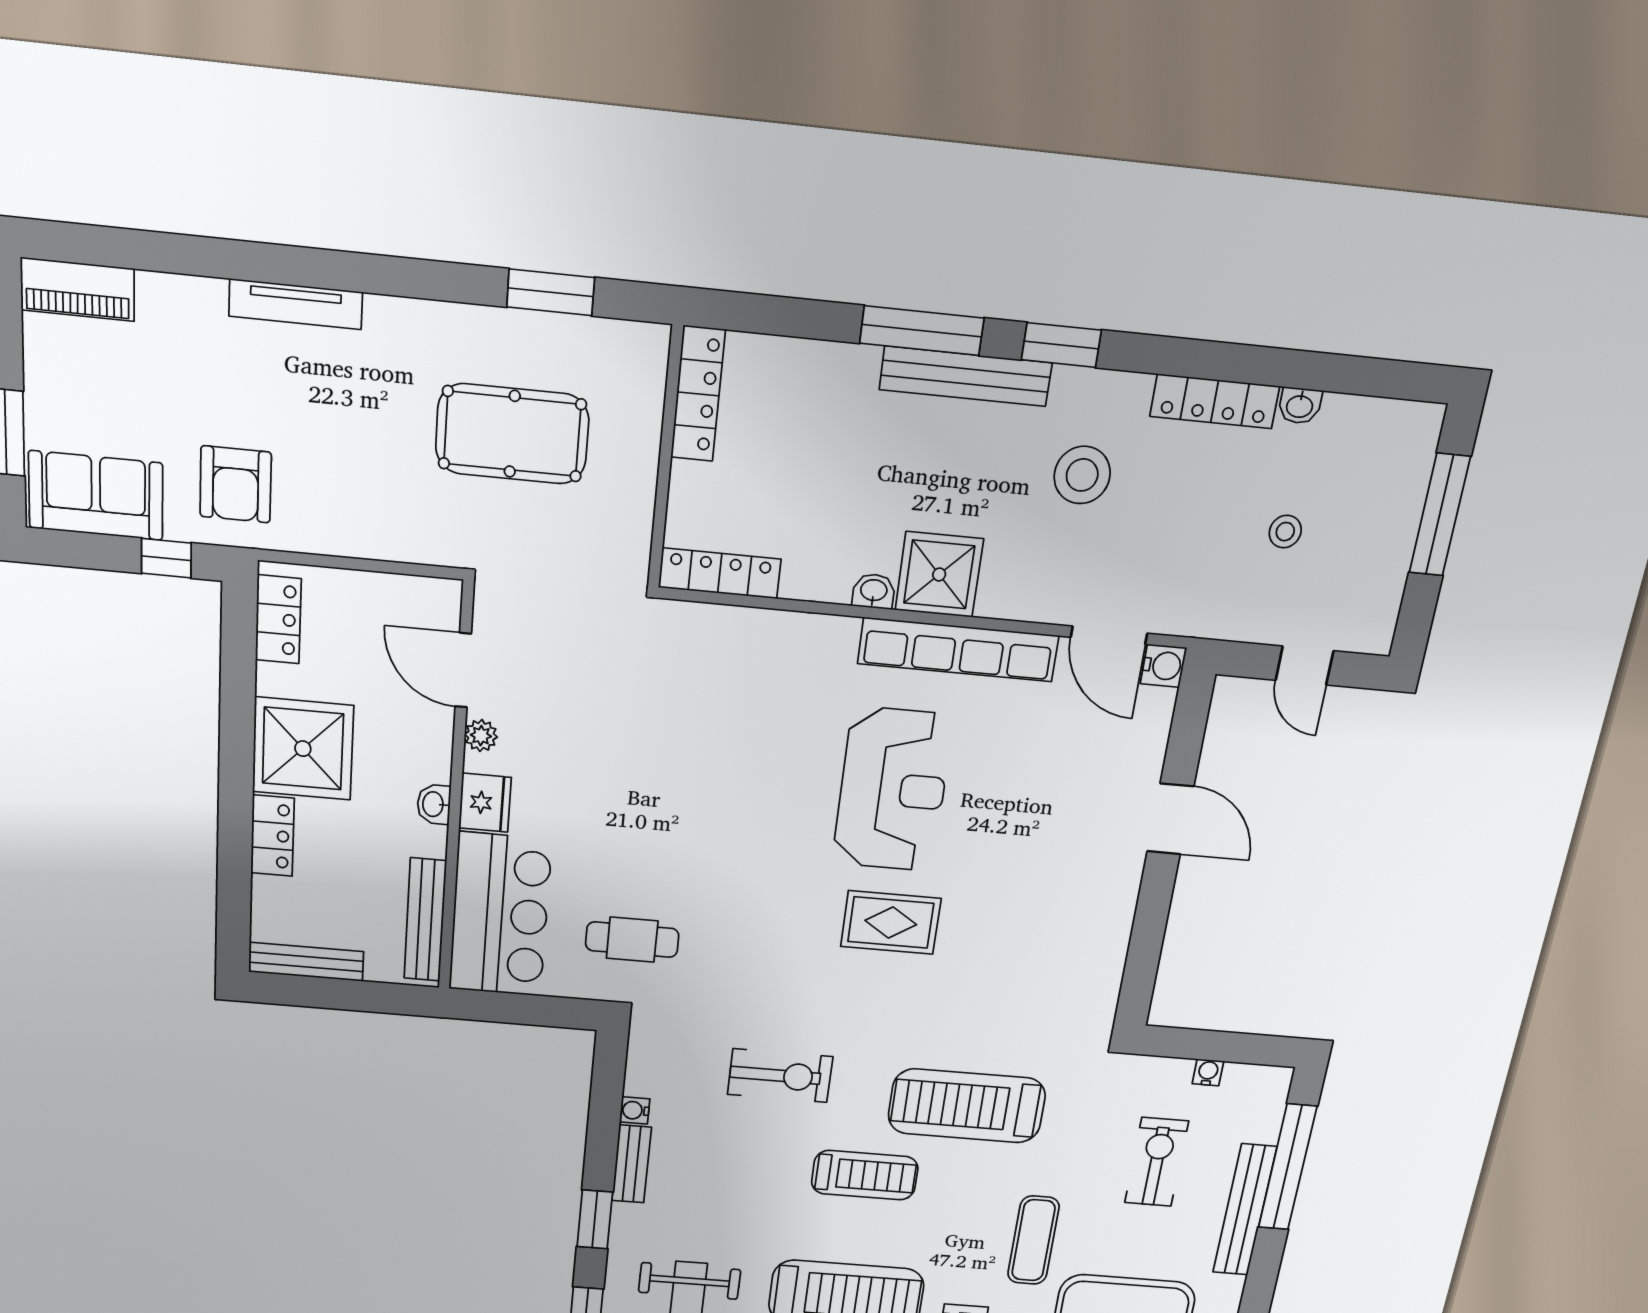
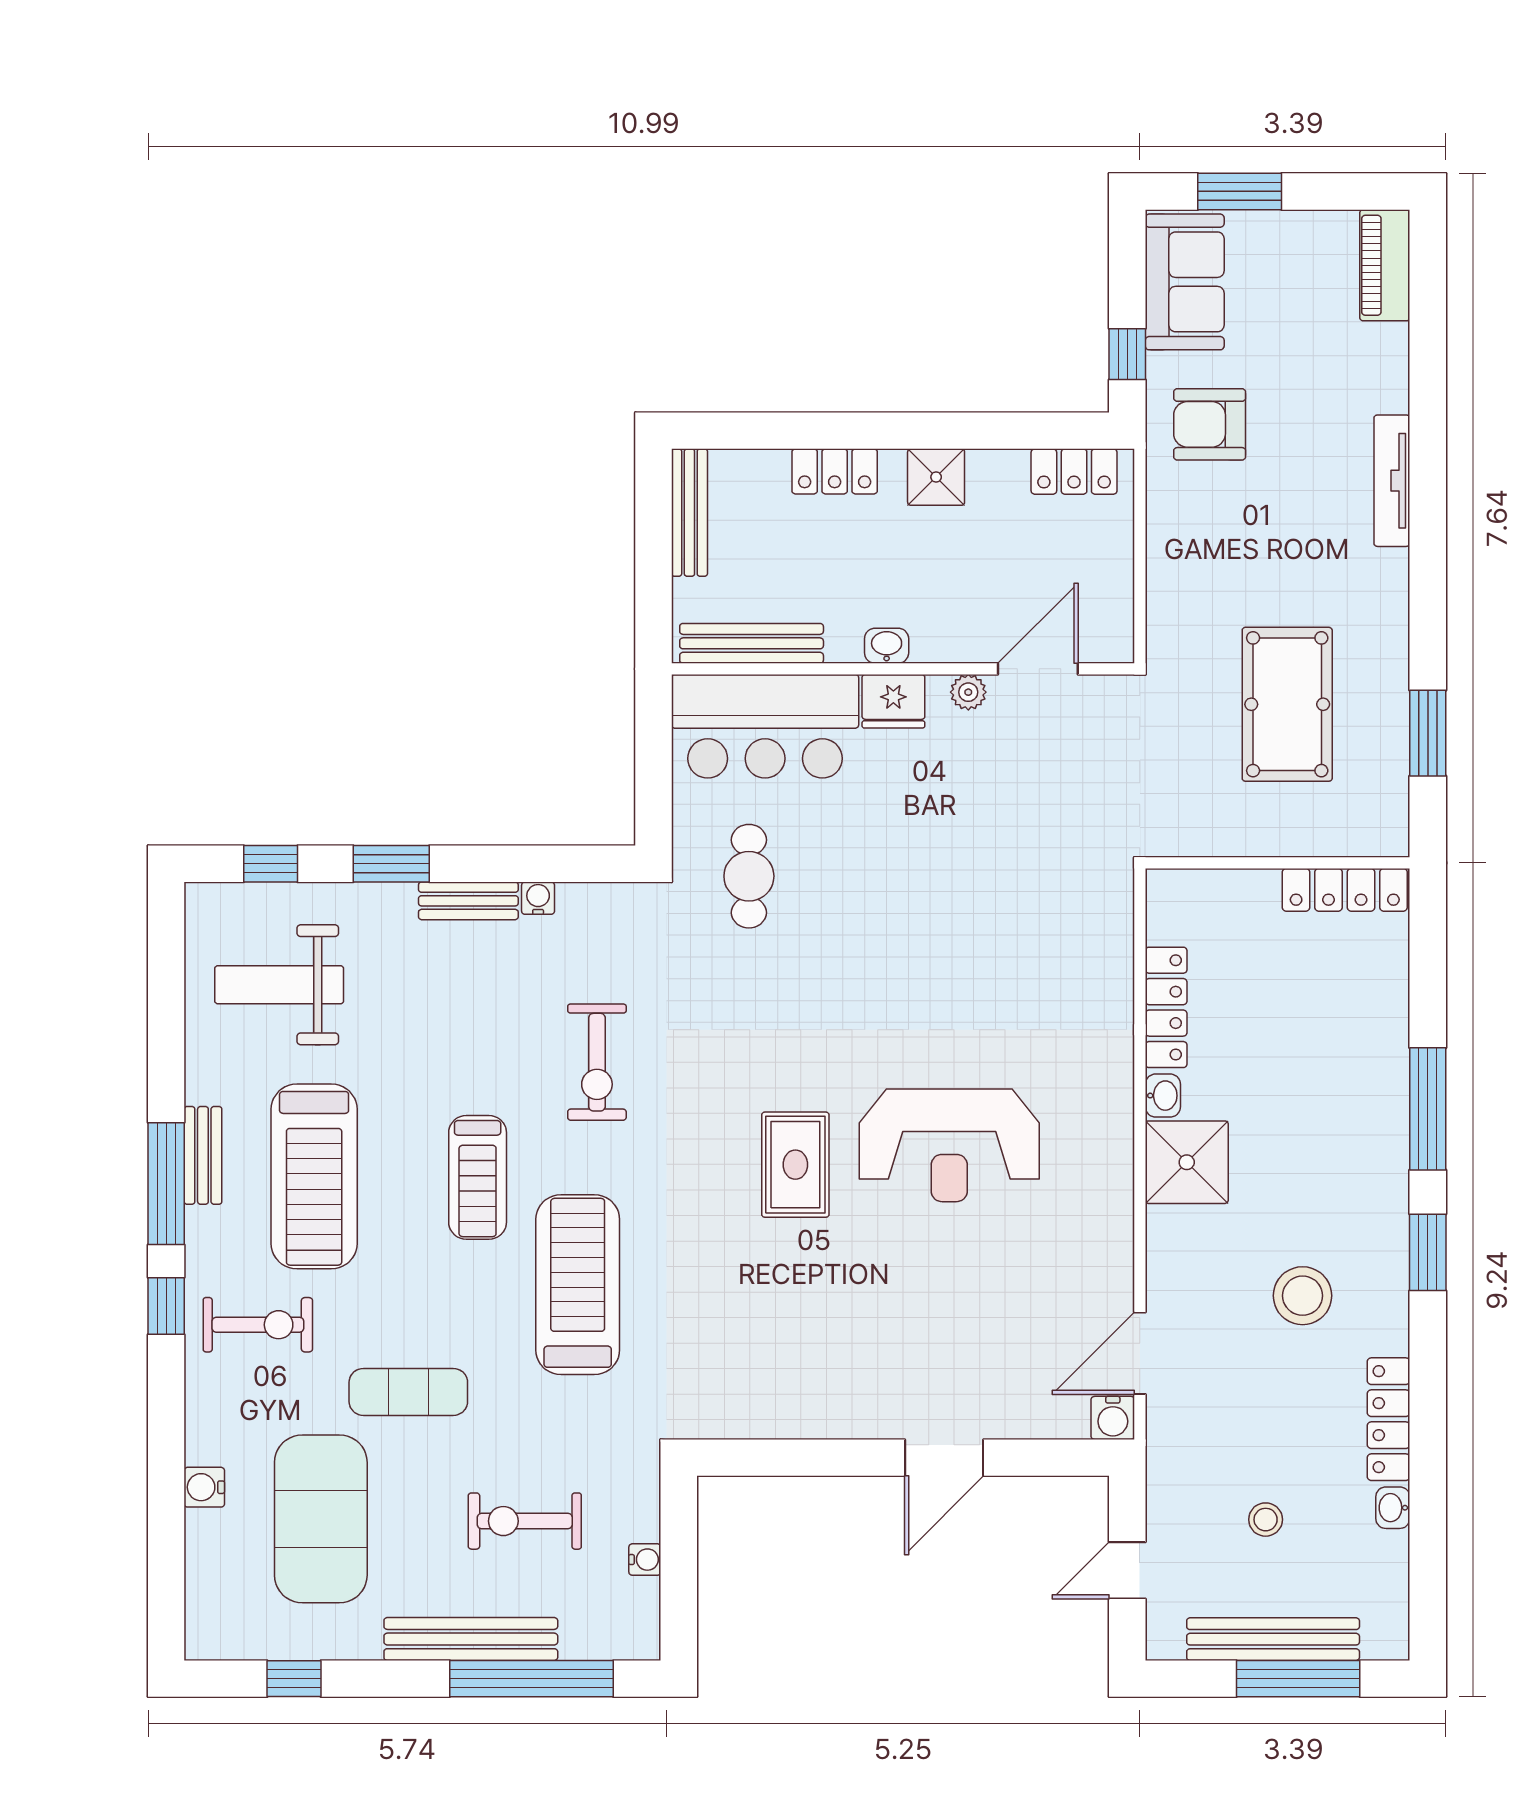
bench: (966, 376) -> (1273, 1639), moved, turned 90
locker: (720, 573) -> (1166, 1007), moved
row of seats: (958, 650) -> (1109, 1194), removed
shower: (303, 749) -> (936, 477), width x0.54, depth x0.54
exercise bike: (1157, 1162) -> (525, 1521), turned 180

